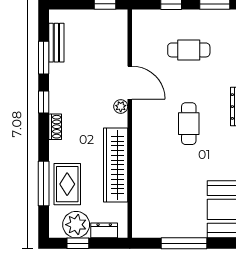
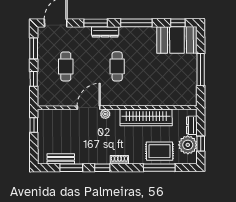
cafe table: (189, 124) -> (117, 66), turned 90

